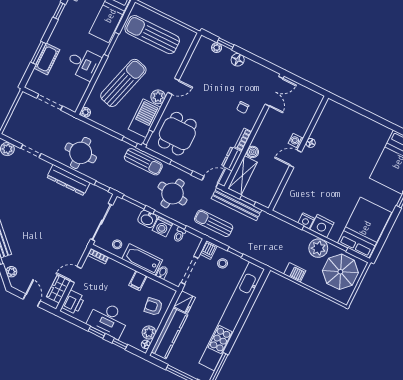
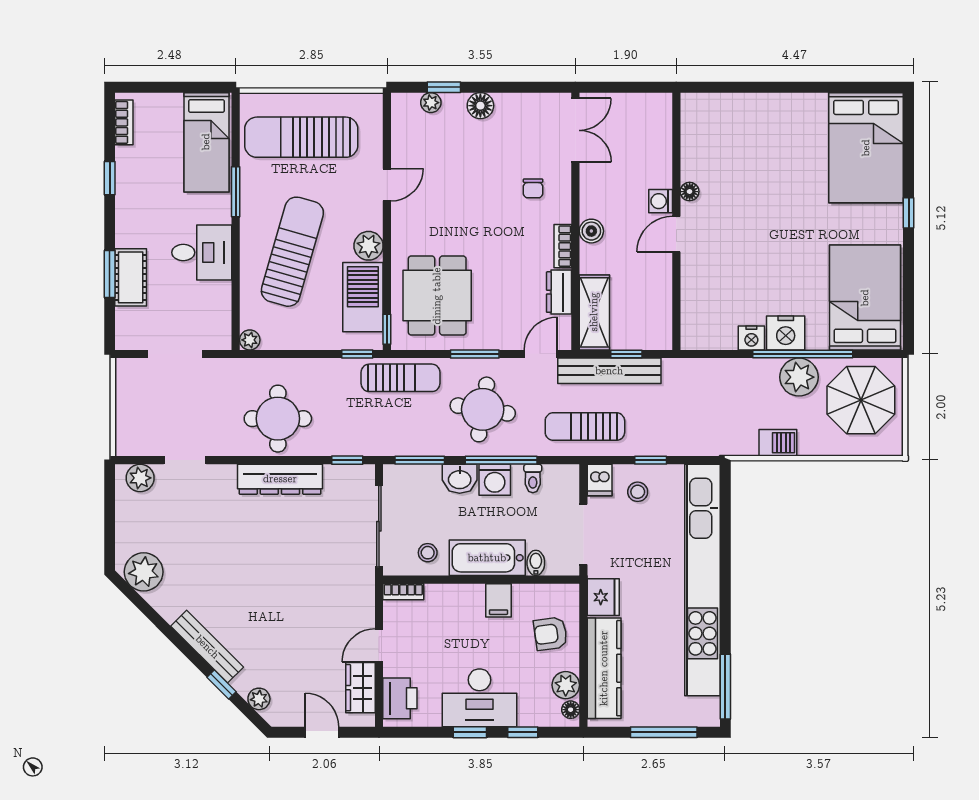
door: (173, 86) -> (387, 185), moved
boiler: (253, 152) -> (591, 231), moved

